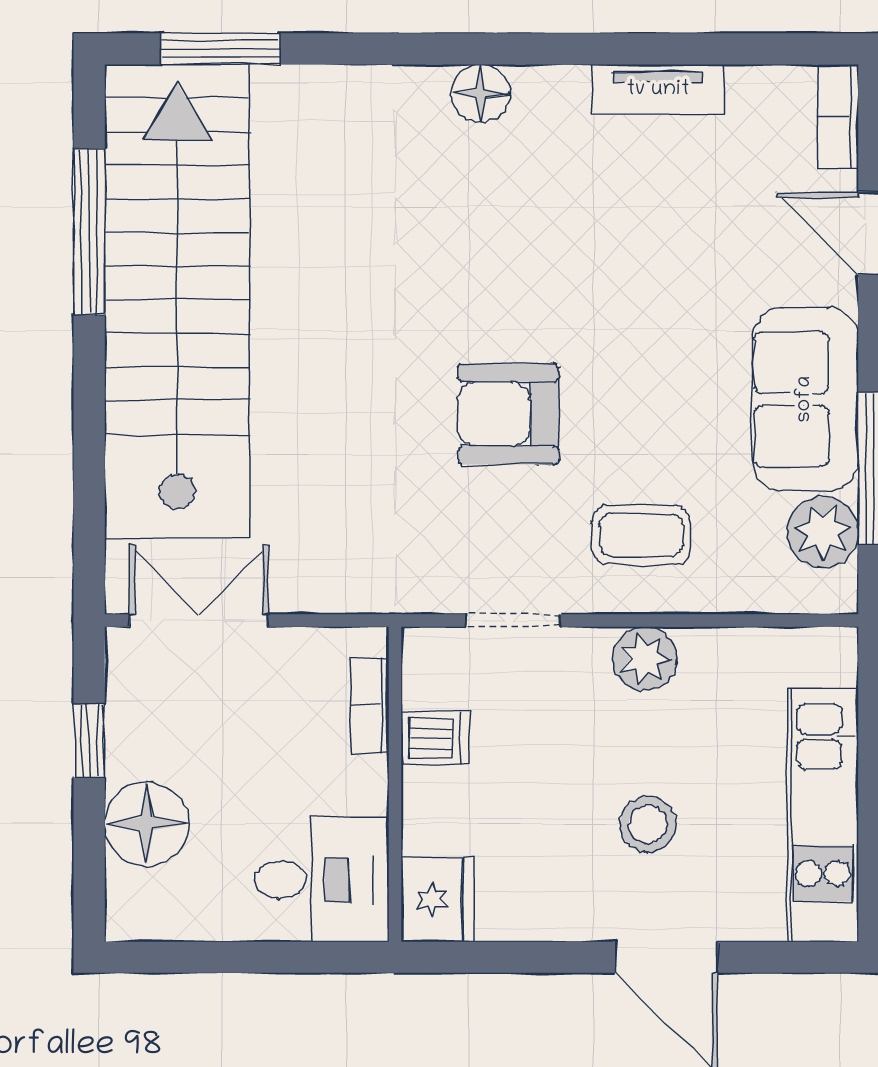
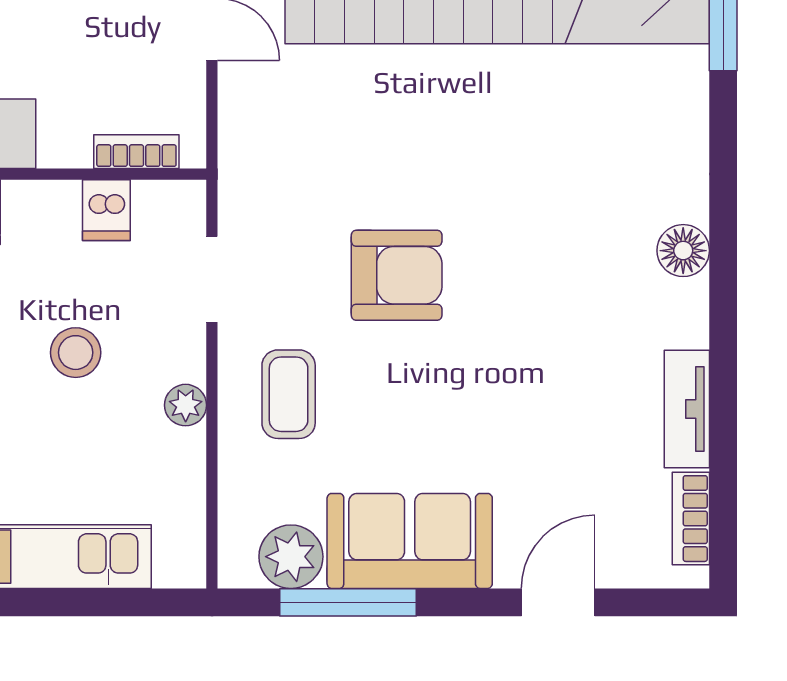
bookcase: (838, 116) -> (691, 519), moved, turned -90
armchair: (508, 414) -> (397, 275), turned 90
plant: (645, 659) -> (186, 405), width x0.73, depth x0.73
stool: (648, 824) -> (76, 353), moved

